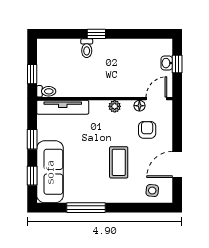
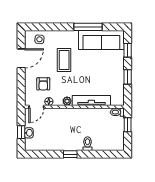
window: (96, 34) -> (70, 154), moved
tv unit: (63, 107) -> (91, 100), moved
sofa: (50, 172) -> (101, 40), moved, turned -90

